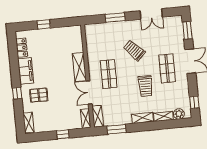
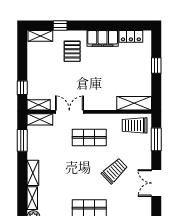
double door: (151, 14) -> (156, 183), moved
window: (115, 17) -> (156, 139), moved
shelving: (79, 67) -> (134, 103), moved
trolley: (145, 86) -> (135, 125), moved
window: (17, 93) -> (60, 26), moved
window: (63, 134) -> (22, 88), moved

